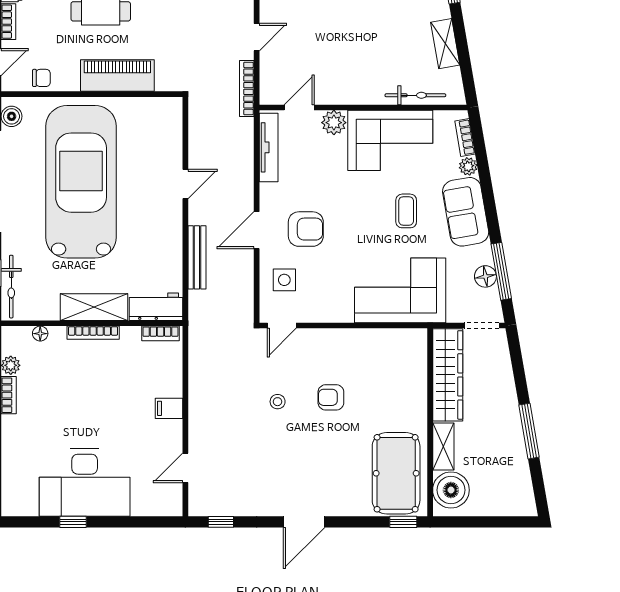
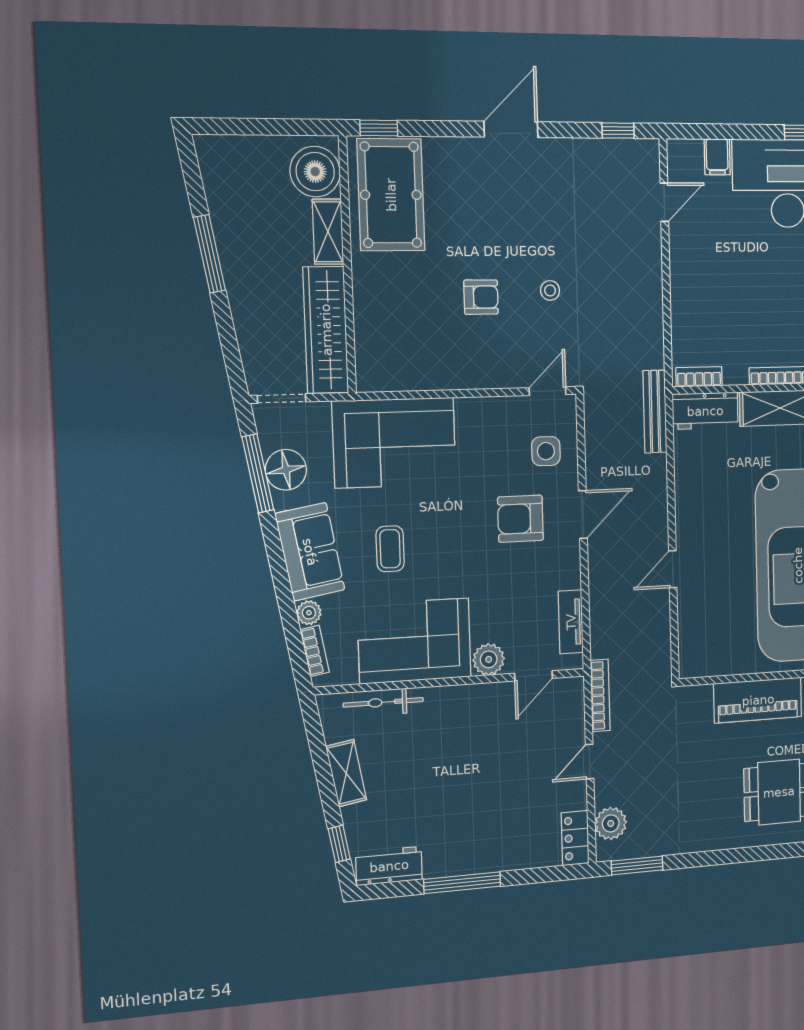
tv unit: (269, 147) -> (571, 622), width x0.71
bench: (197, 257) -> (655, 412), moved
floor lamp: (485, 276) -> (286, 470), width x1.38, depth x1.38
filing cabinet: (169, 408) -> (717, 157), moved, turned 90

